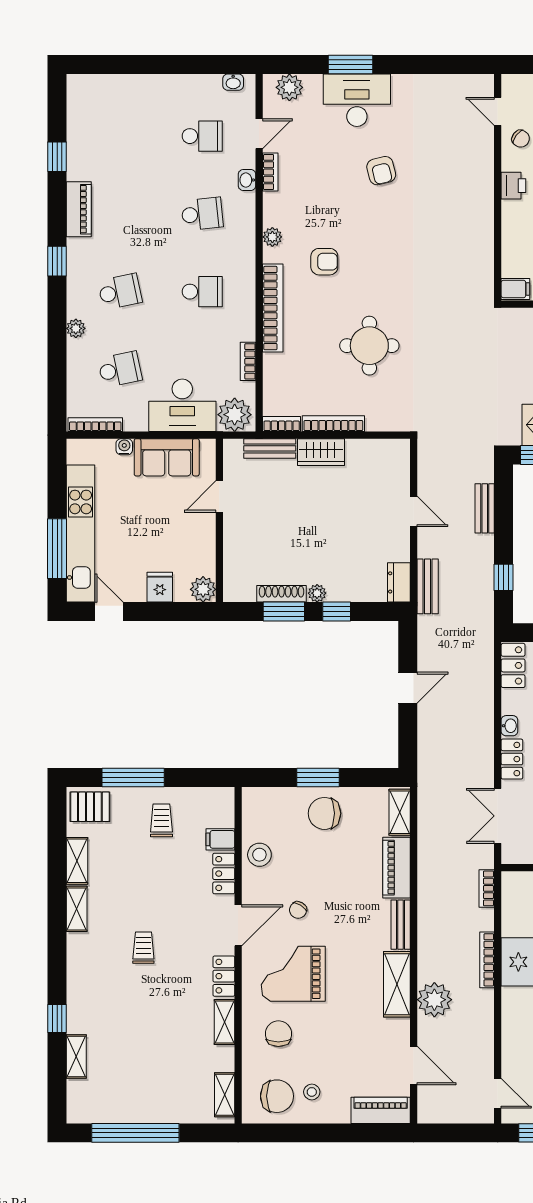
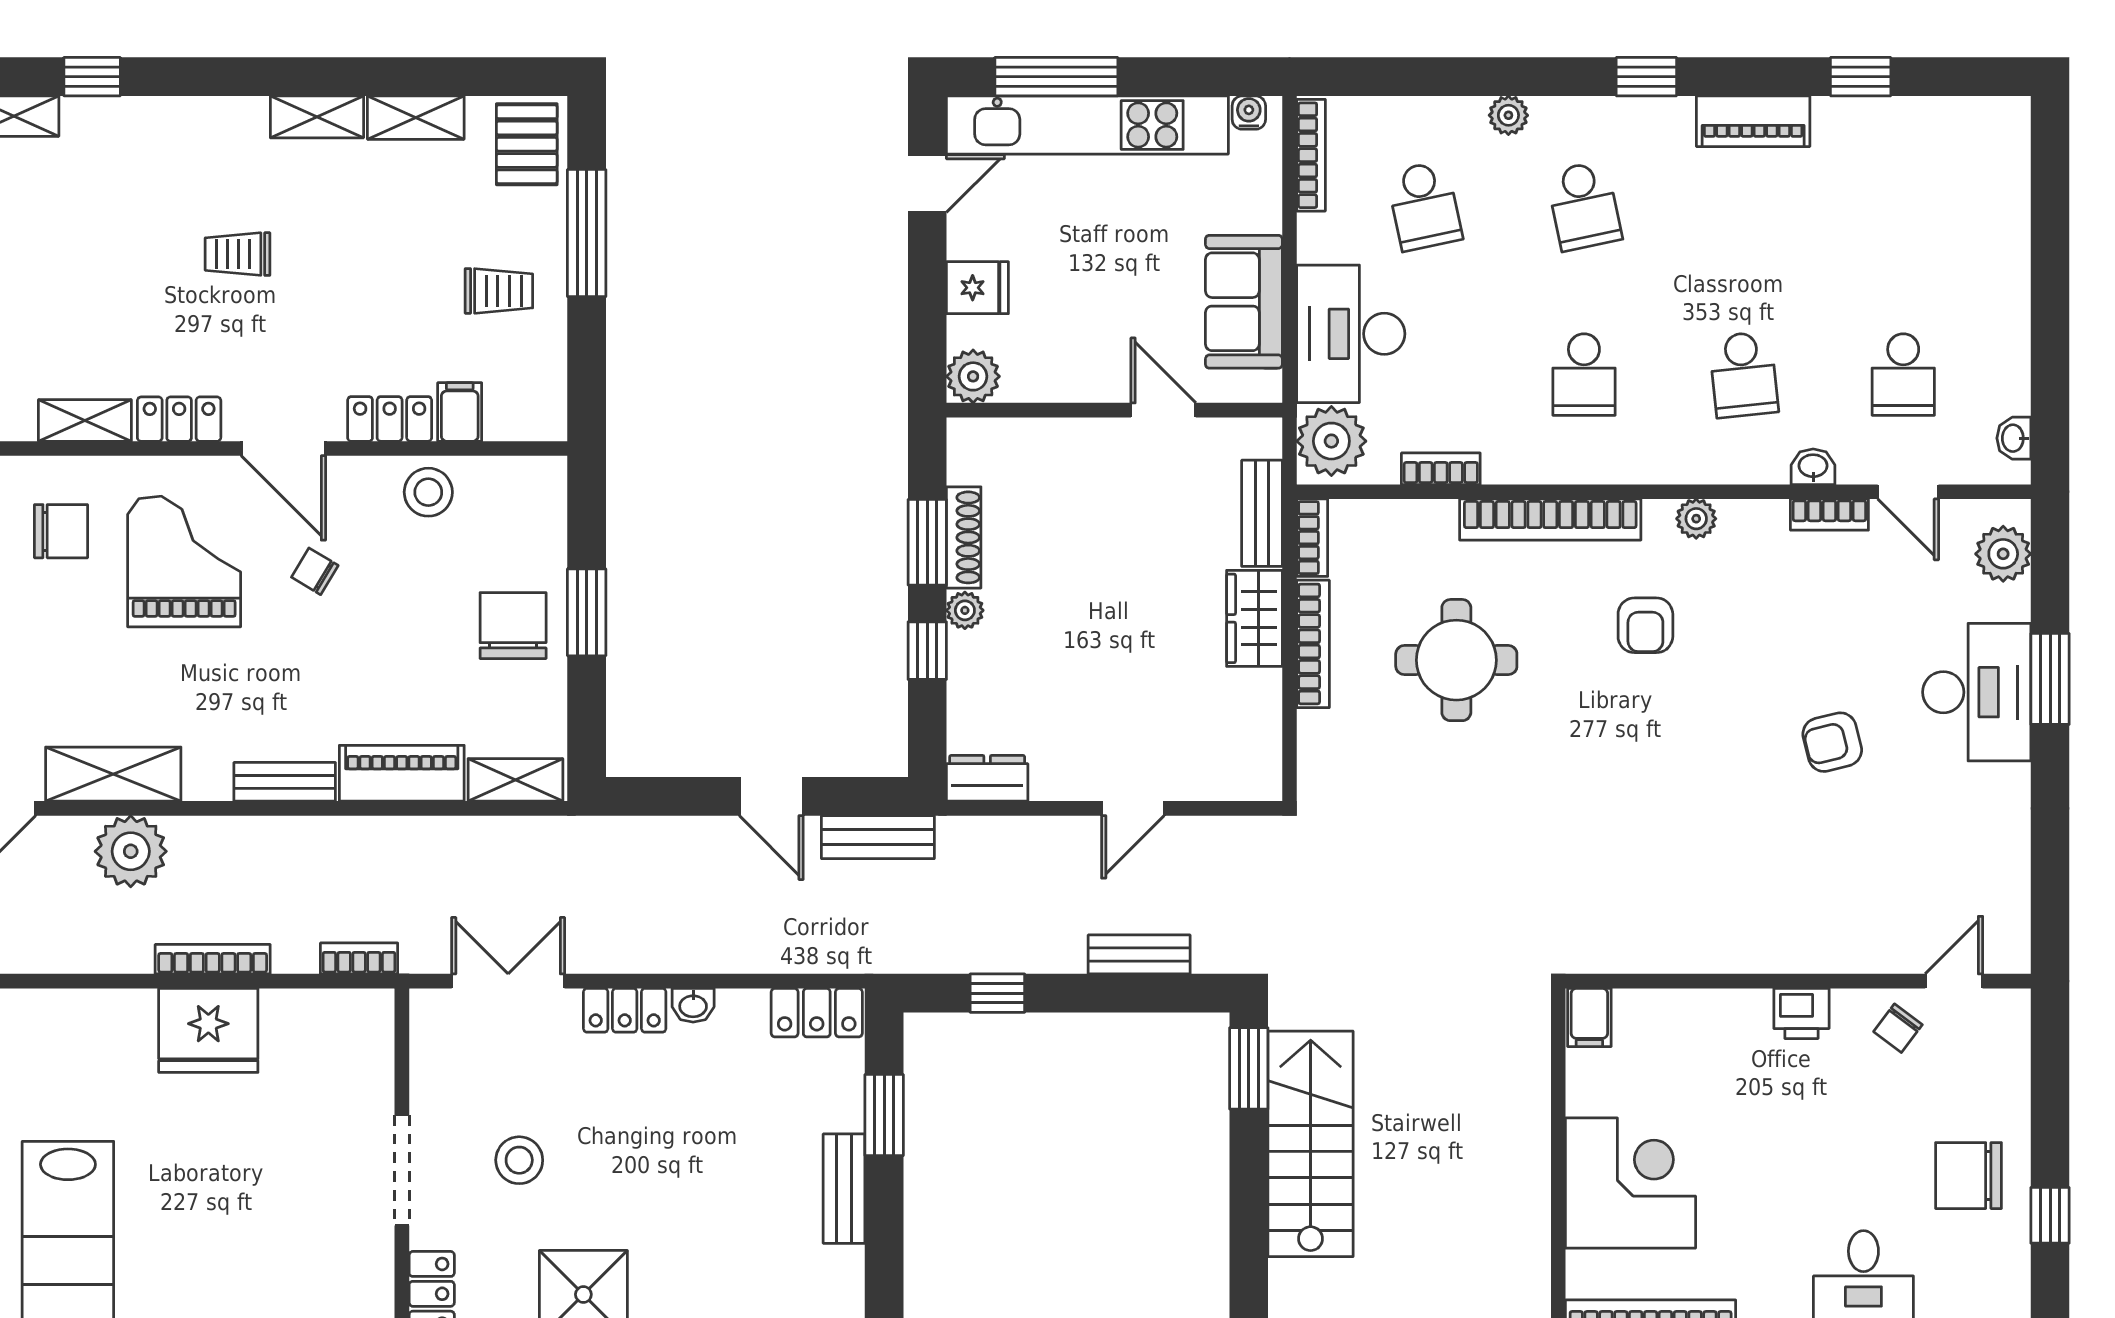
round table: (369, 346) -> (1456, 660), moved
water cooler: (124, 447) -> (1249, 113), moved, turned -90
bench: (428, 586) -> (878, 837), moved
trolley: (143, 948) -> (237, 254), turned 180
shelving: (397, 984) -> (113, 774), moved

